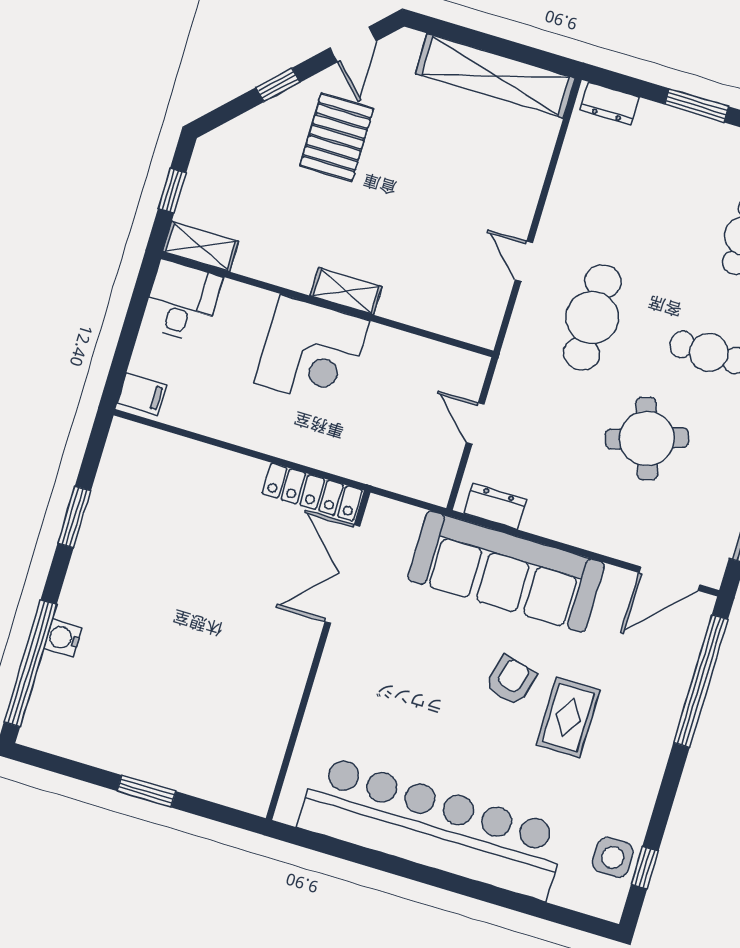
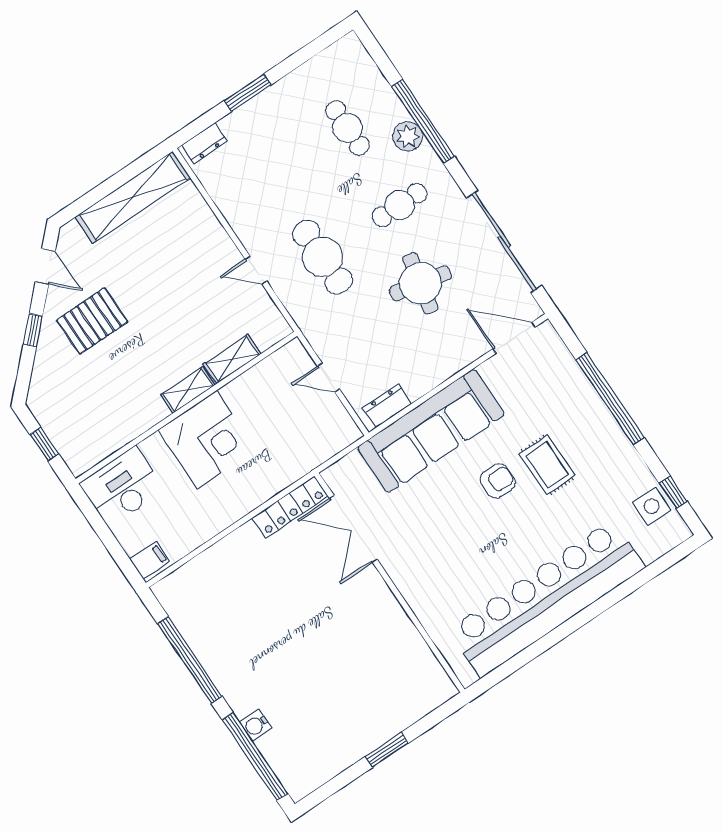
pallet: (337, 137) -> (92, 321), turned 90
shelving: (201, 247) -> (232, 359), moved
desk: (182, 301) -> (122, 487), width x1.37
round table: (647, 438) -> (420, 283), turned 30
window: (74, 517) -> (190, 660), width x2.11
door: (669, 579) -> (514, 338), swing flipped
armchair: (511, 680) -> (498, 481), turned 76
window: (701, 681) -> (610, 399), moved

